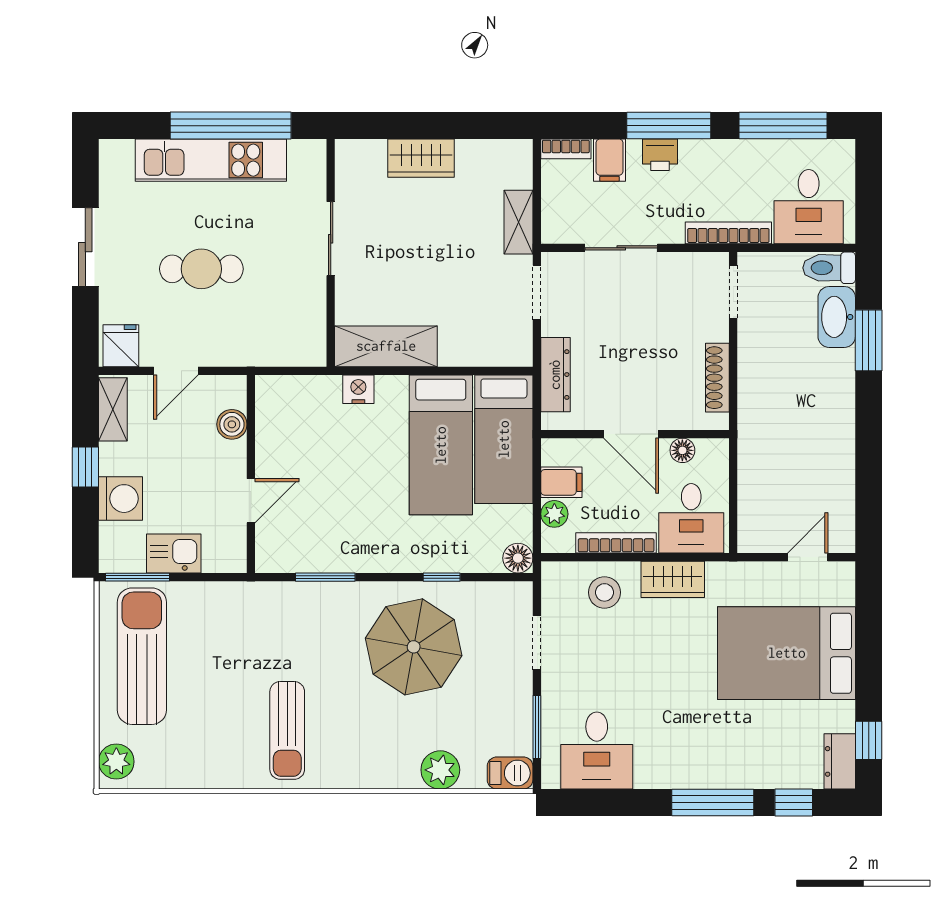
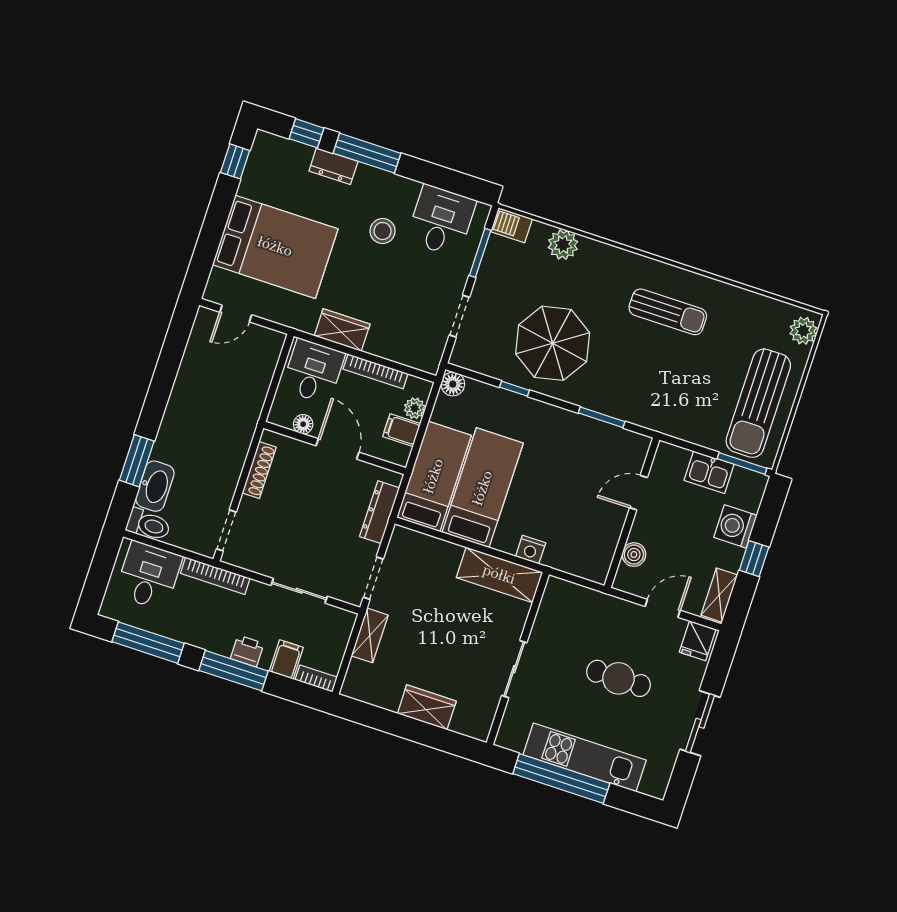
stool: (604, 592) -> (383, 231), moved
sun lounger: (287, 730) -> (668, 312), turned 90
dresser: (840, 761) -> (333, 166), moved, turned 90

